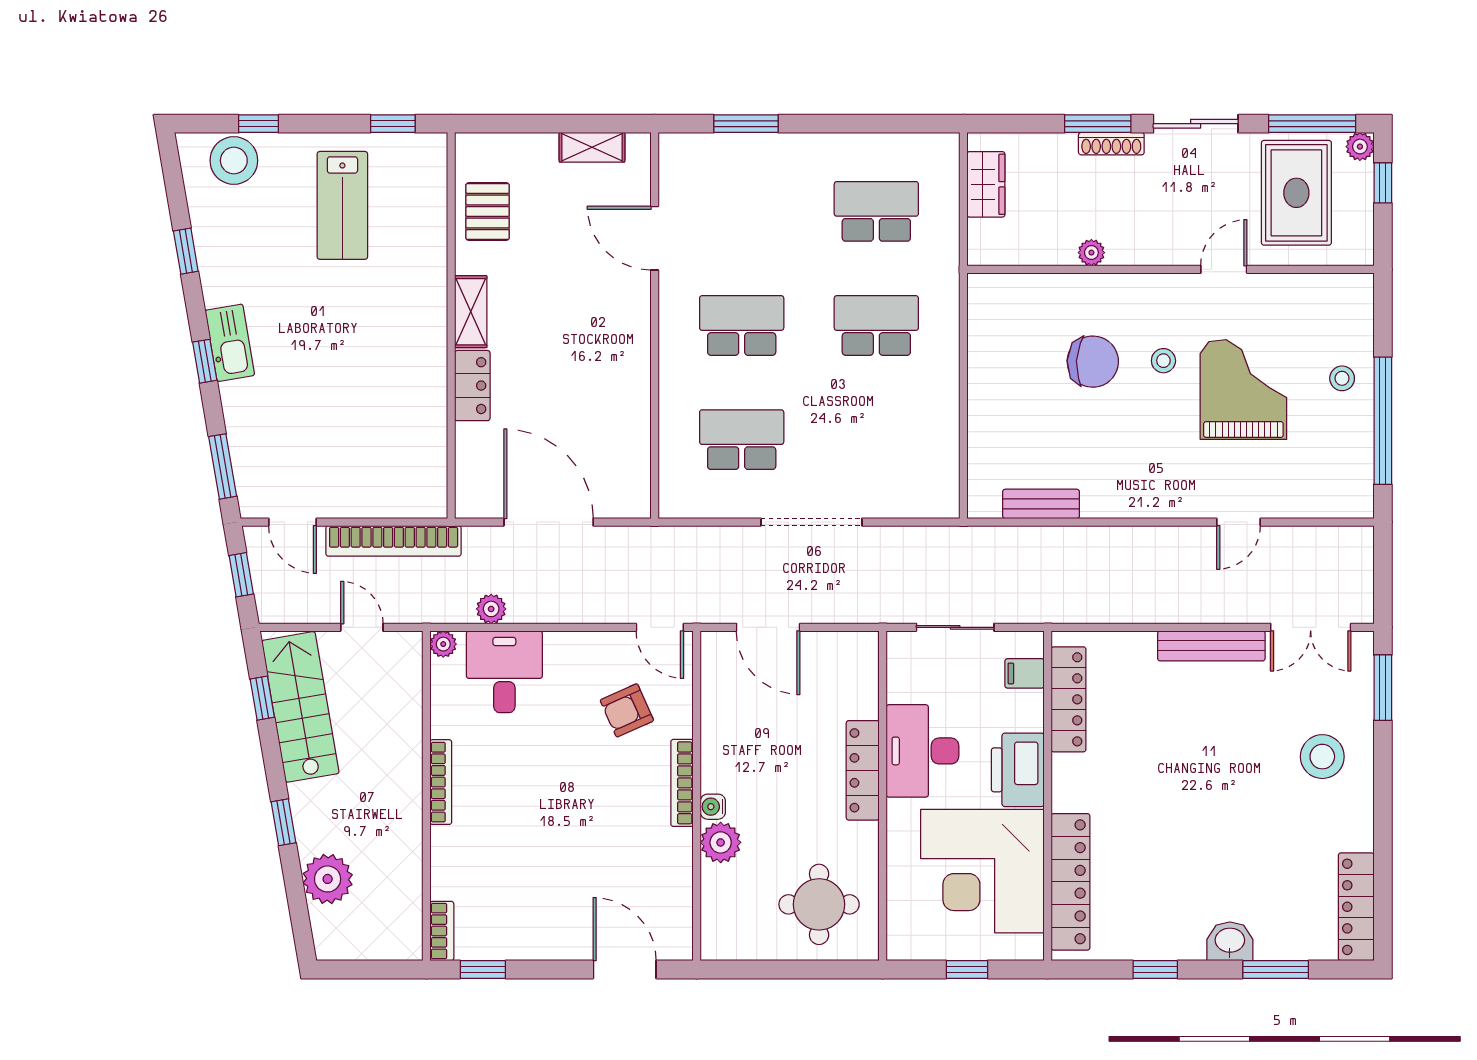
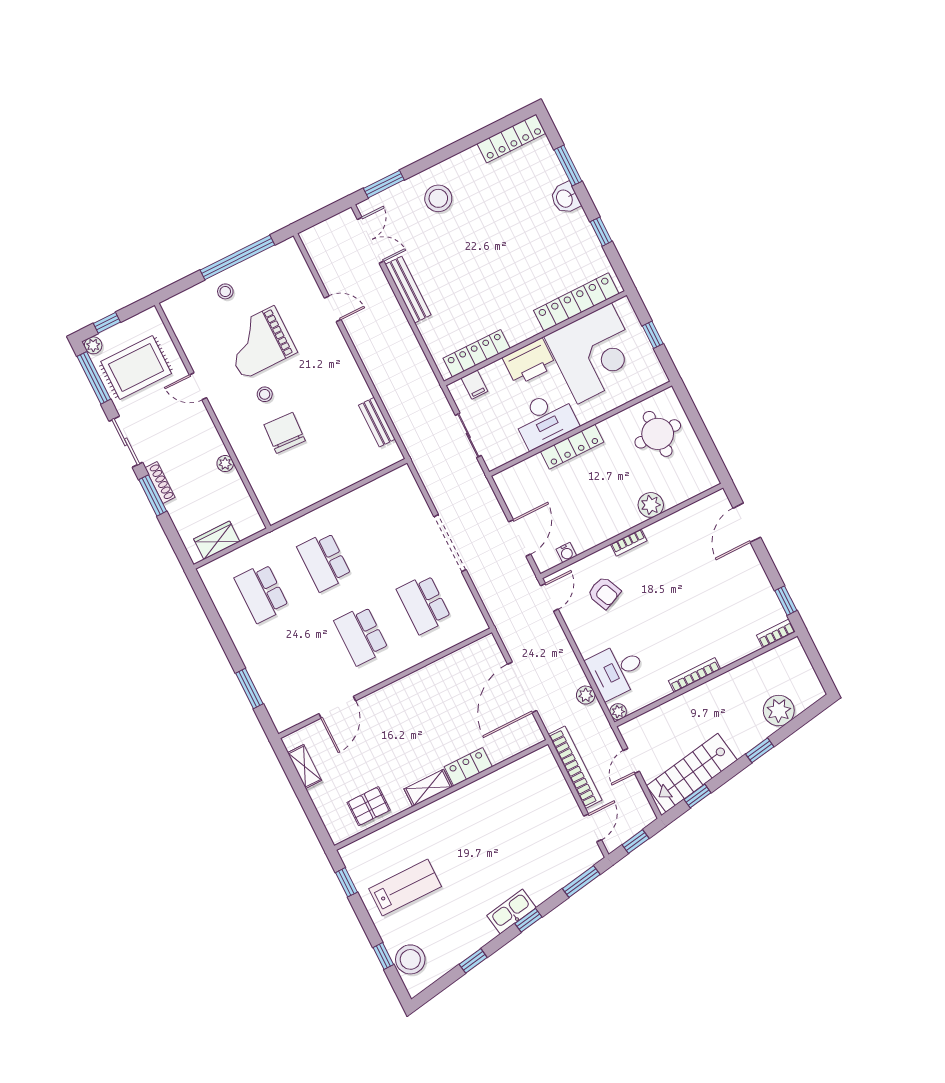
bookcase: (682, 783) -> (629, 542), width x0.64
water cooler: (713, 807) -> (566, 552), moved

